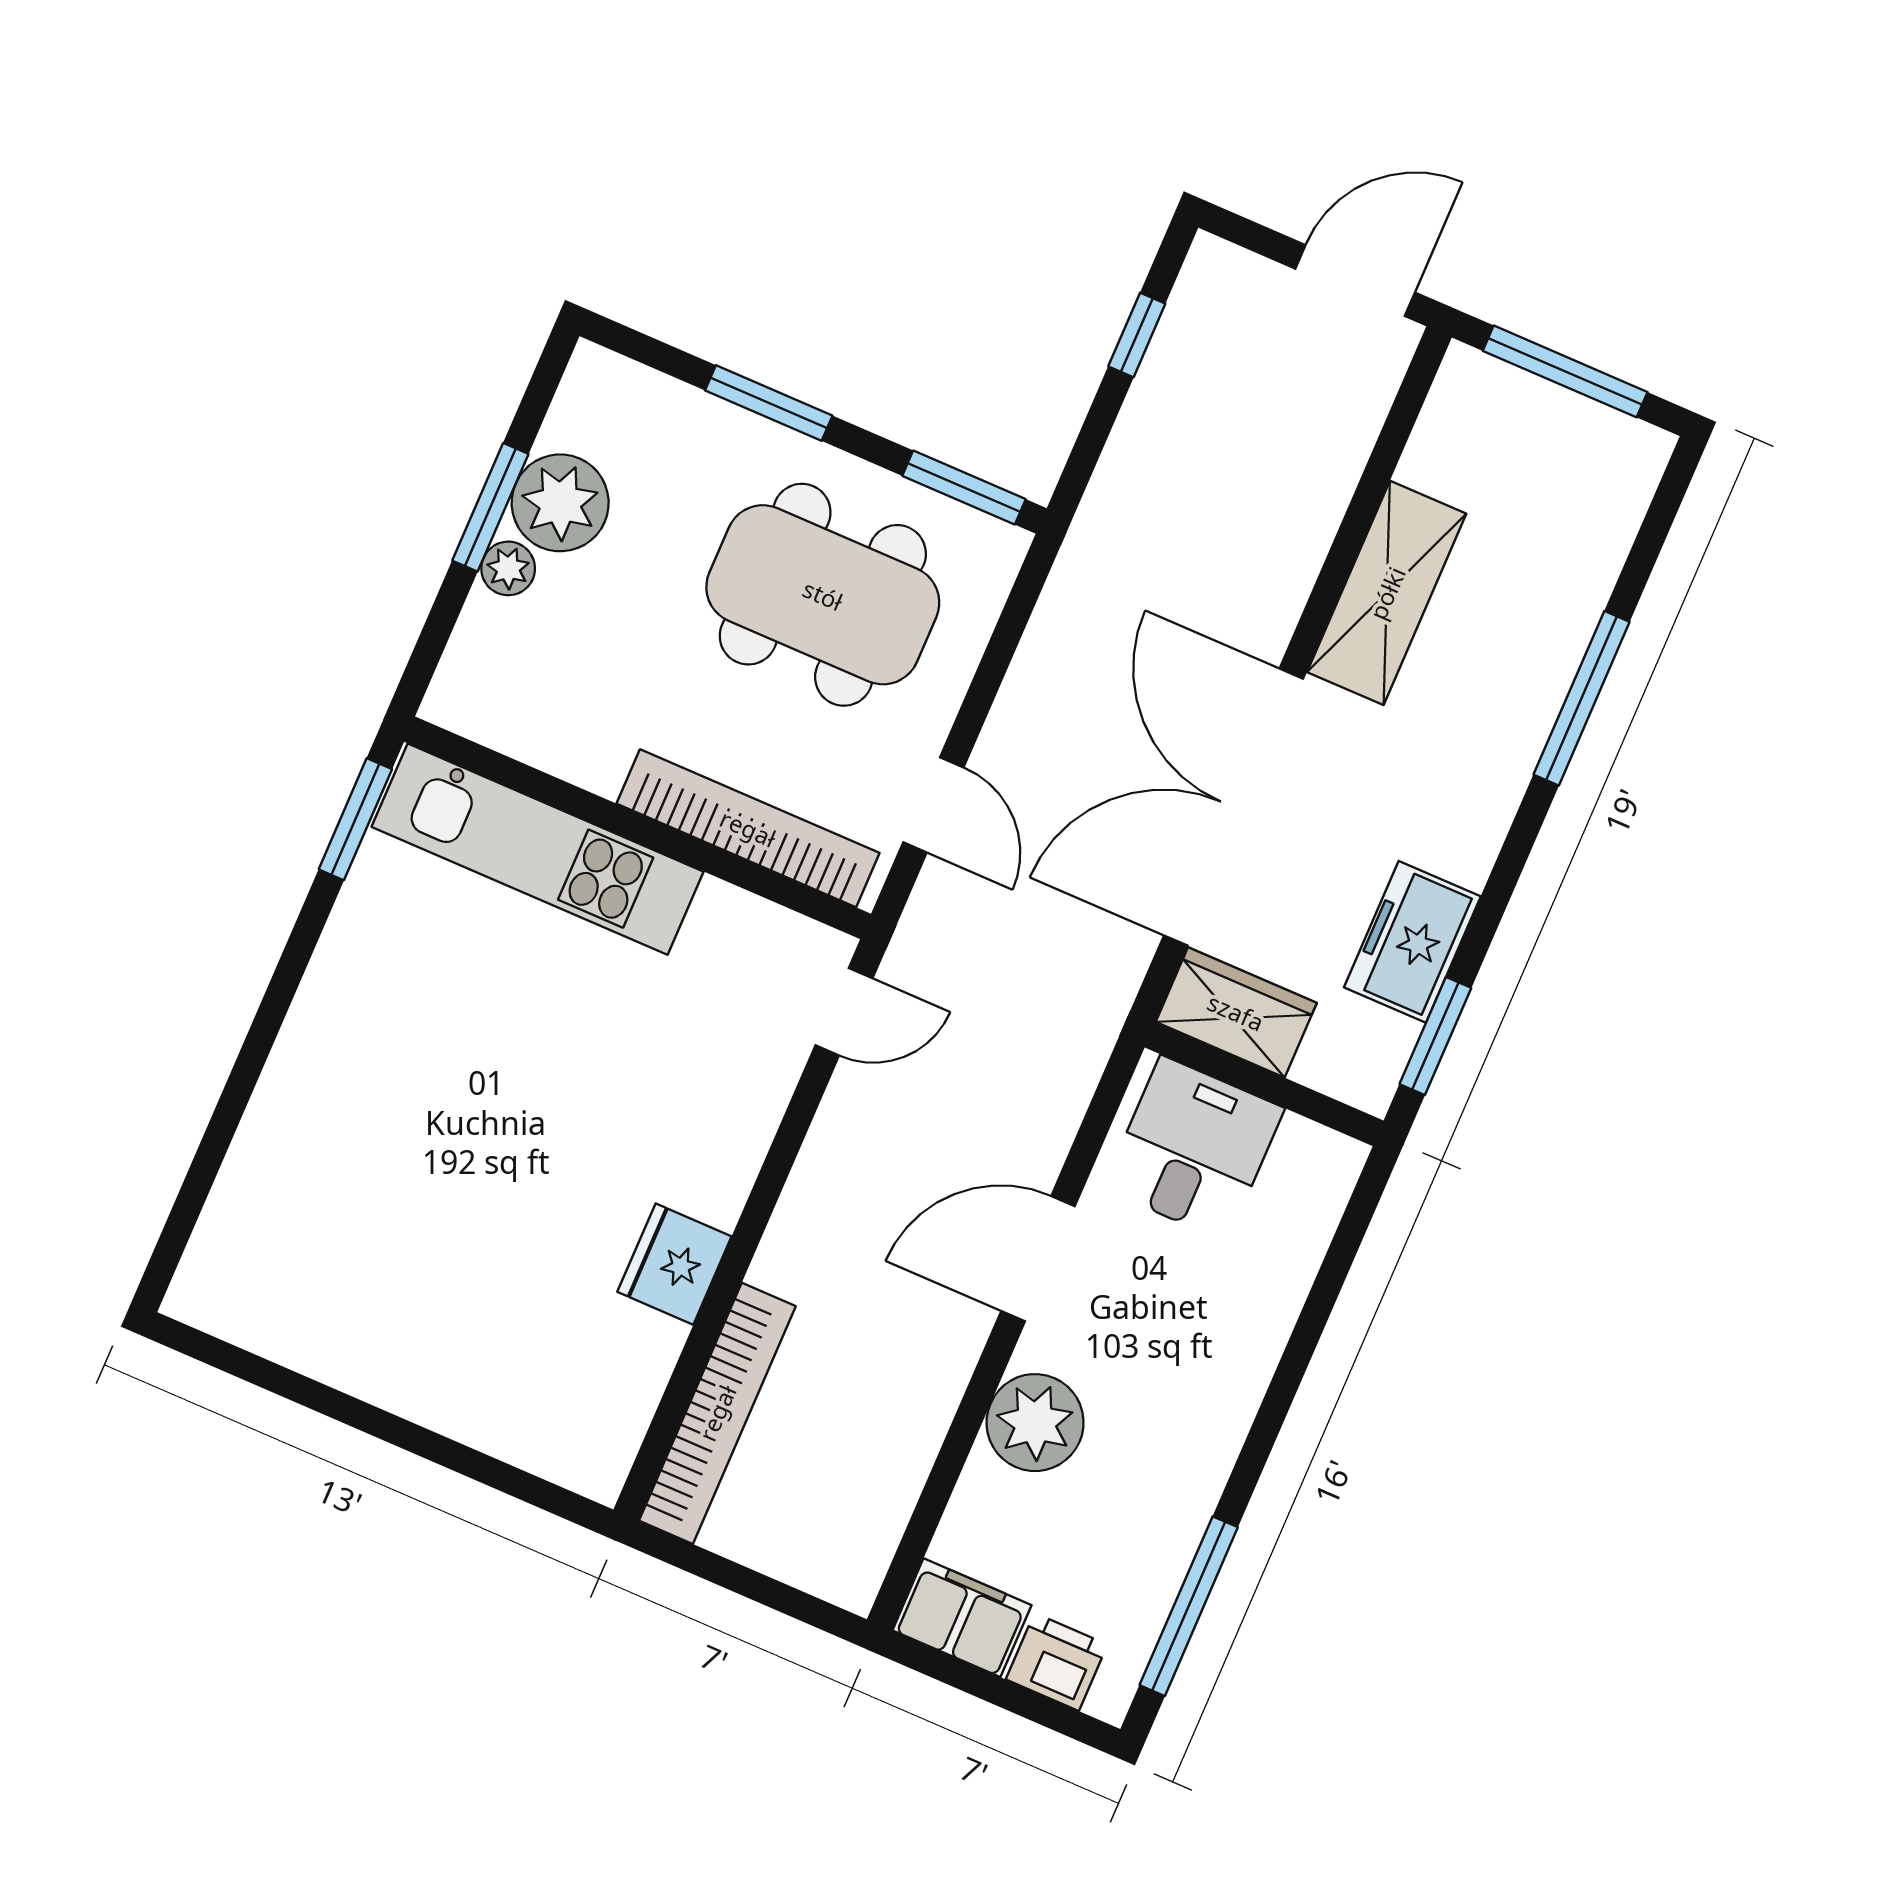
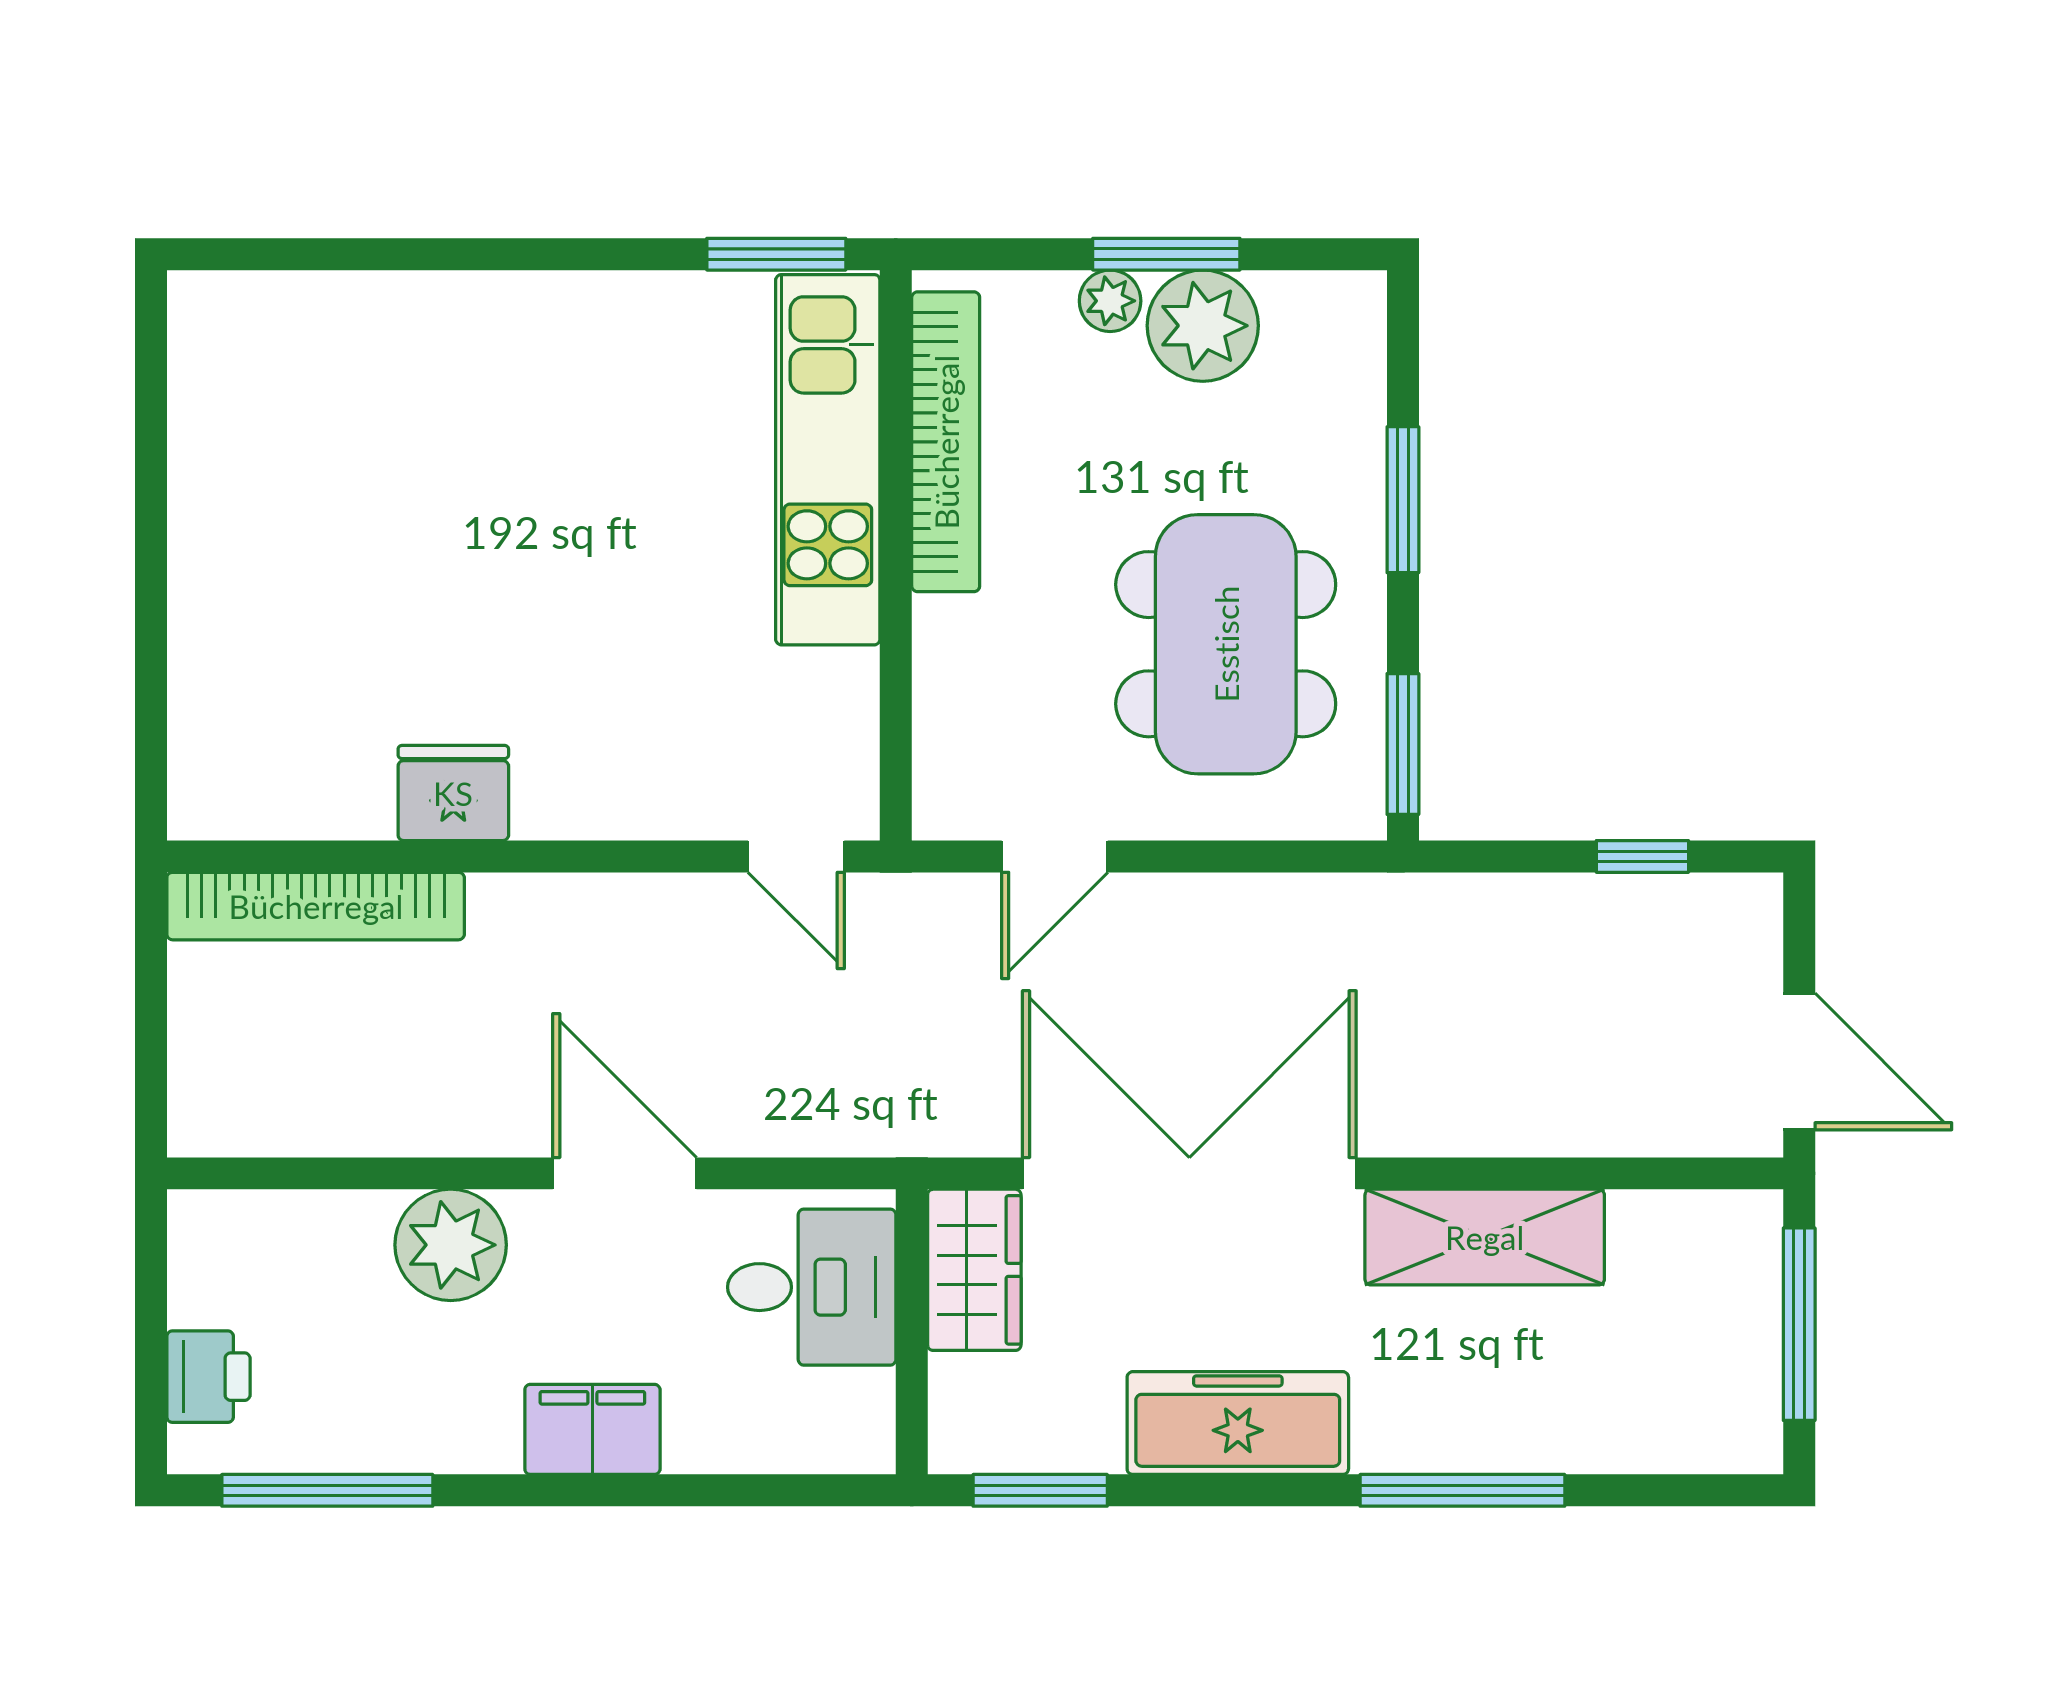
bookcase: (748, 828) -> (946, 442), moved
freezer: (1412, 942) -> (1238, 1423), moved, width x1.40
filing cabinet: (962, 1618) -> (592, 1429), moved, turned -90

